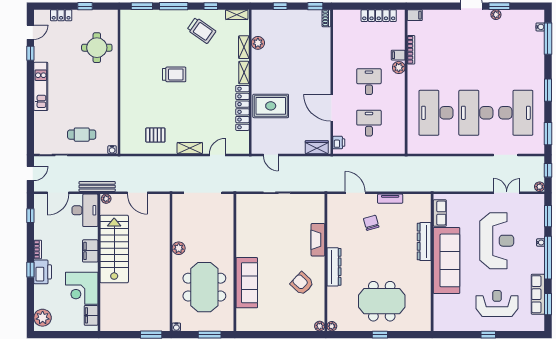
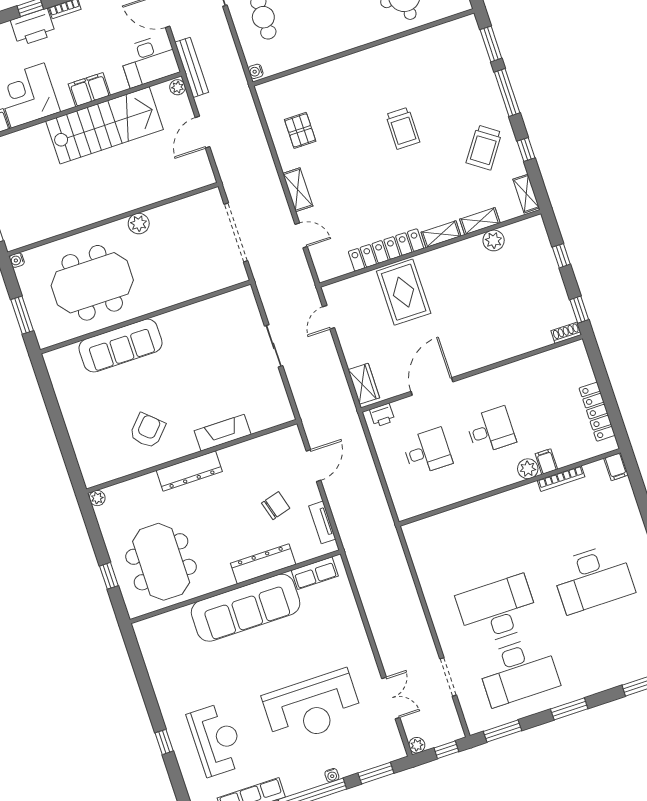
desk: (436, 113) -> (593, 578), moved, turned 180
row of seats: (440, 213) -> (315, 573), moved
dresser: (424, 242) -> (263, 564), moved
sofa: (447, 260) -> (246, 608), moved
wall: (432, 262) -> (235, 587), moved
plant: (320, 326) -> (91, 479), removed

